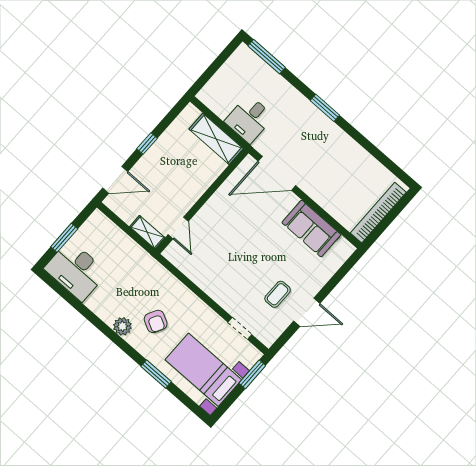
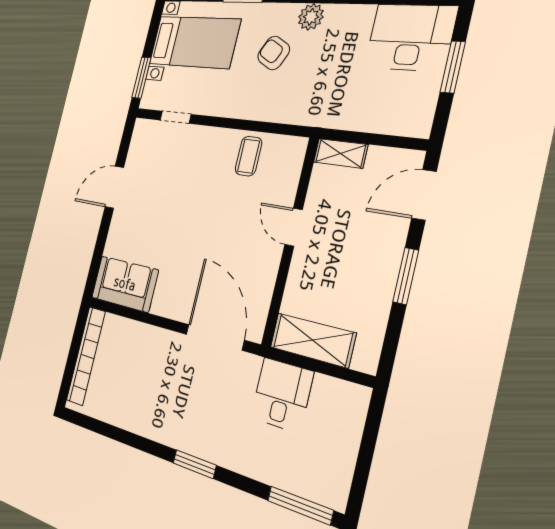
window: (147, 144) -> (406, 276), width x1.50
door: (277, 173) -> (215, 337), hinge flipped
door: (178, 228) -> (294, 227), moved
sofa: (311, 229) -> (125, 284), moved
coffee table: (278, 294) -> (248, 156), moved

